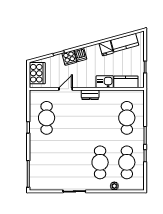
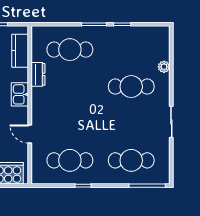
kitchen sink: (105, 82) -> (20, 94), moved
dresser: (90, 95) -> (38, 74), moved
cafe table: (127, 162) -> (131, 160), moved

